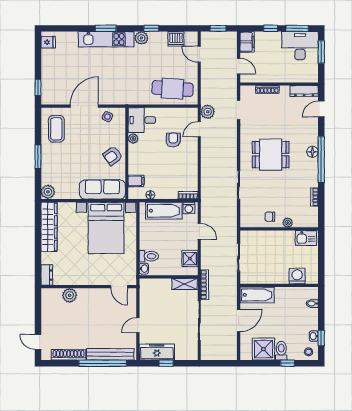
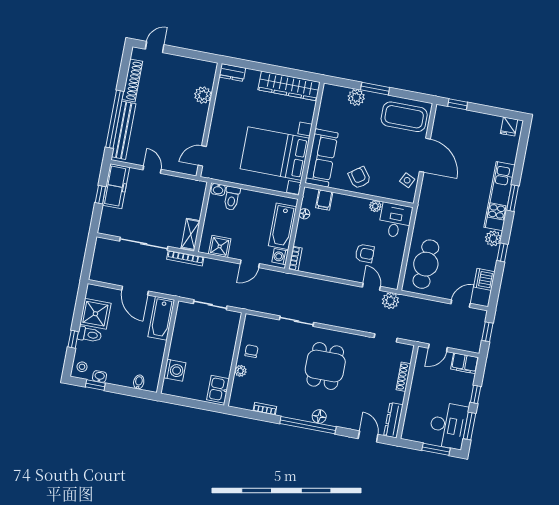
coffee table: (56, 129) -> (404, 117), width x1.36, depth x1.32
plant: (48, 192) -> (356, 97), moved

